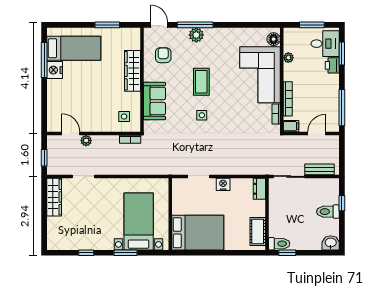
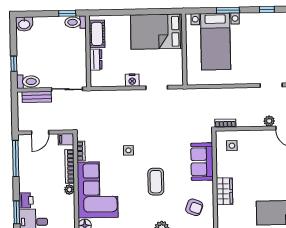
armchair: (163, 55) -> (194, 207), turned -69
plant: (288, 58) -> (69, 190), moved
wardrobe: (132, 71) -> (224, 191), width x0.67
side table: (202, 115) -> (128, 150), moved
dresser: (259, 189) -> (96, 60), moved
toilet: (328, 212) -> (28, 82), moved

